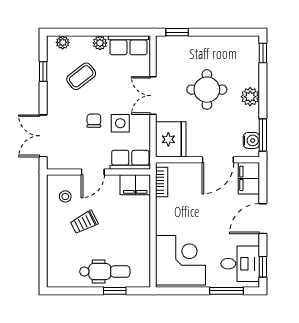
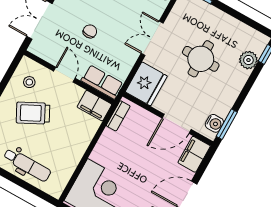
plant: (250, 97) -> (248, 60), moved
side table: (120, 123) -> (111, 46), removed
door: (93, 172) -> (64, 75), swing flipped
trolley: (84, 222) -> (33, 113), width x1.36, depth x1.39
window: (115, 291) -> (26, 186), removed

